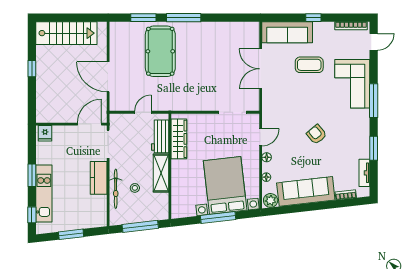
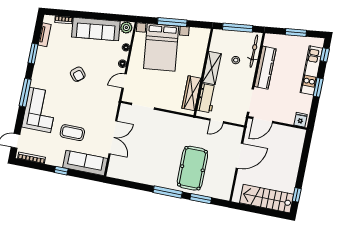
window: (32, 69) -> (297, 195), moved
door: (108, 77) -> (239, 156), hinge flipped
kitchen counter: (99, 178) -> (265, 68), width x1.50
bicycle: (116, 189) -> (254, 51), moved

